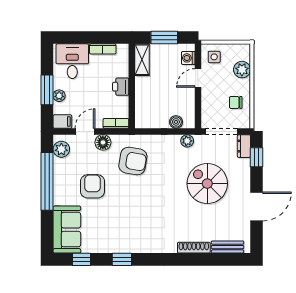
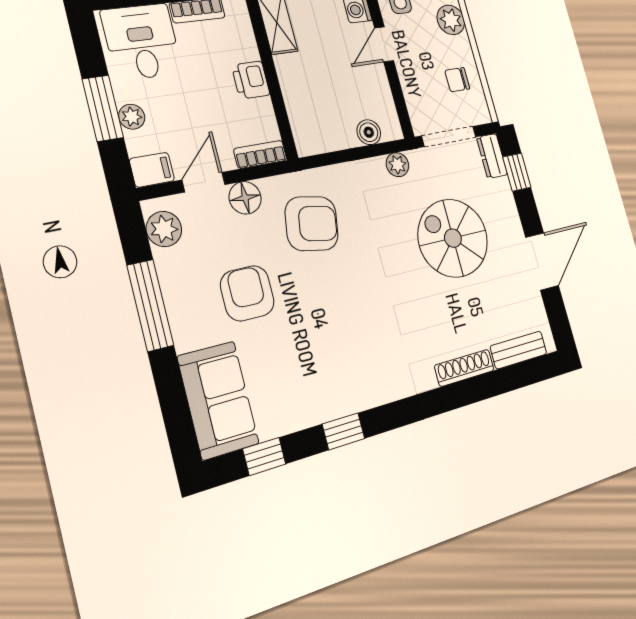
window: (47, 181) -> (150, 305), width x0.68

